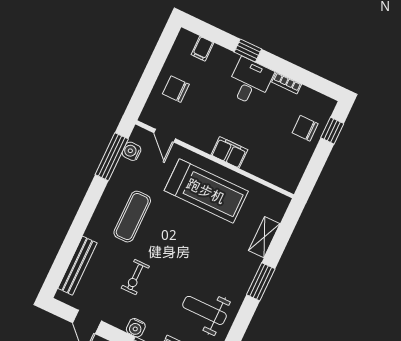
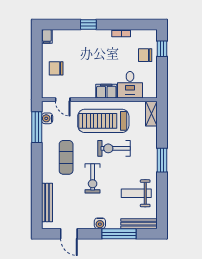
filing cabinet: (203, 49) -> (47, 36), moved
desk: (250, 82) -> (130, 85), moved, turned 180
treadmill: (206, 191) -> (103, 121), turned 180
exercise bike: (203, 235) -> (114, 148), added
shelving: (264, 237) -> (151, 114), moved
exercise bike: (135, 277) -> (93, 178), moved, width x1.38, depth x1.39

